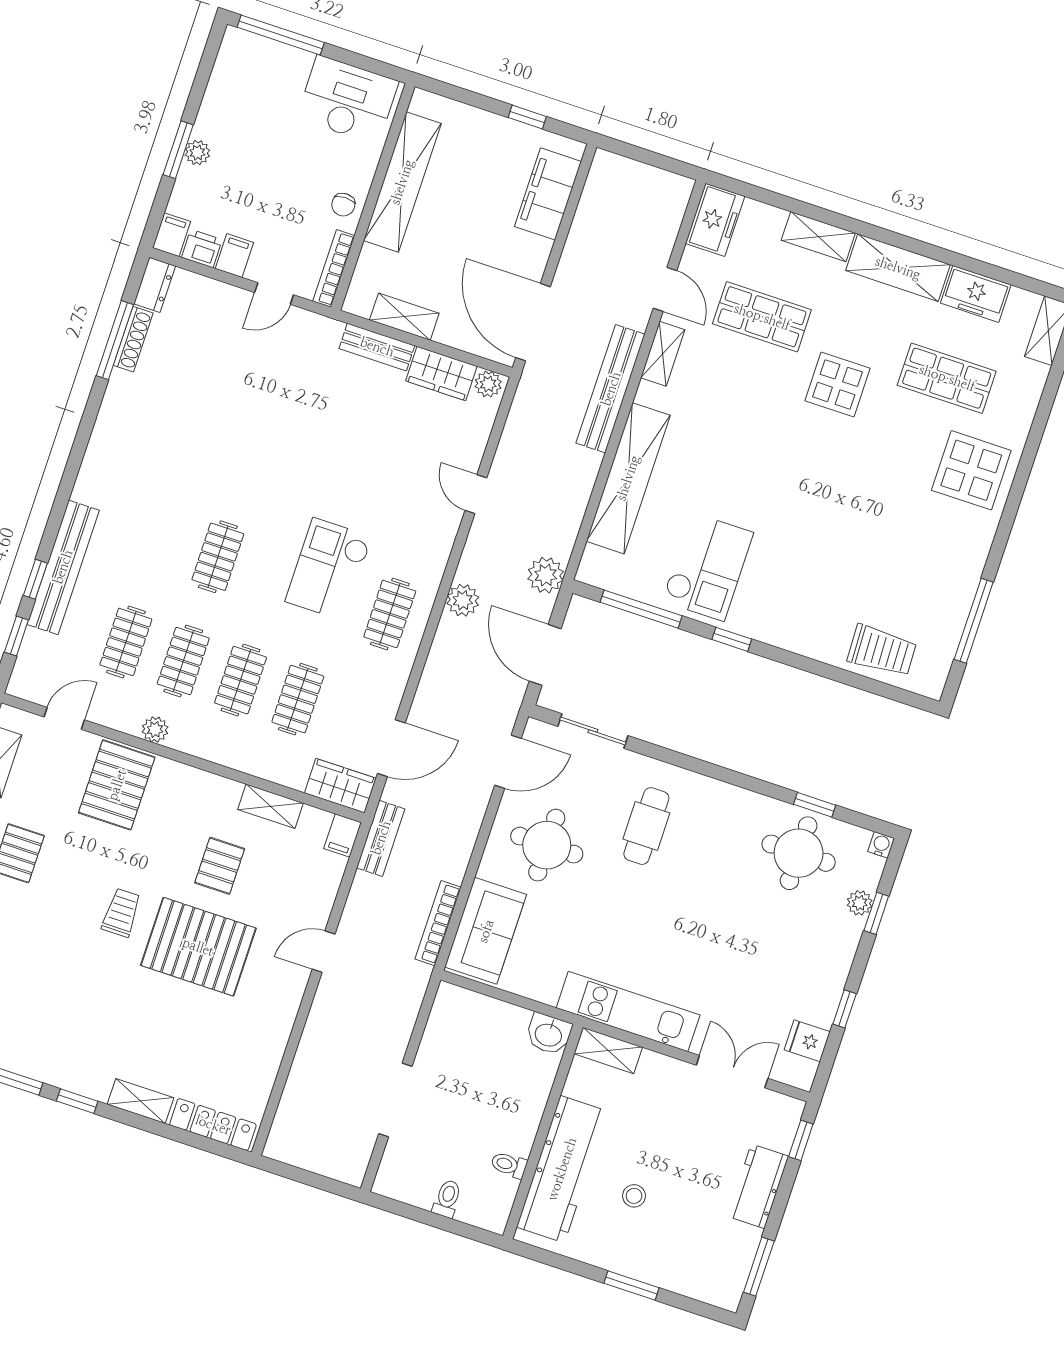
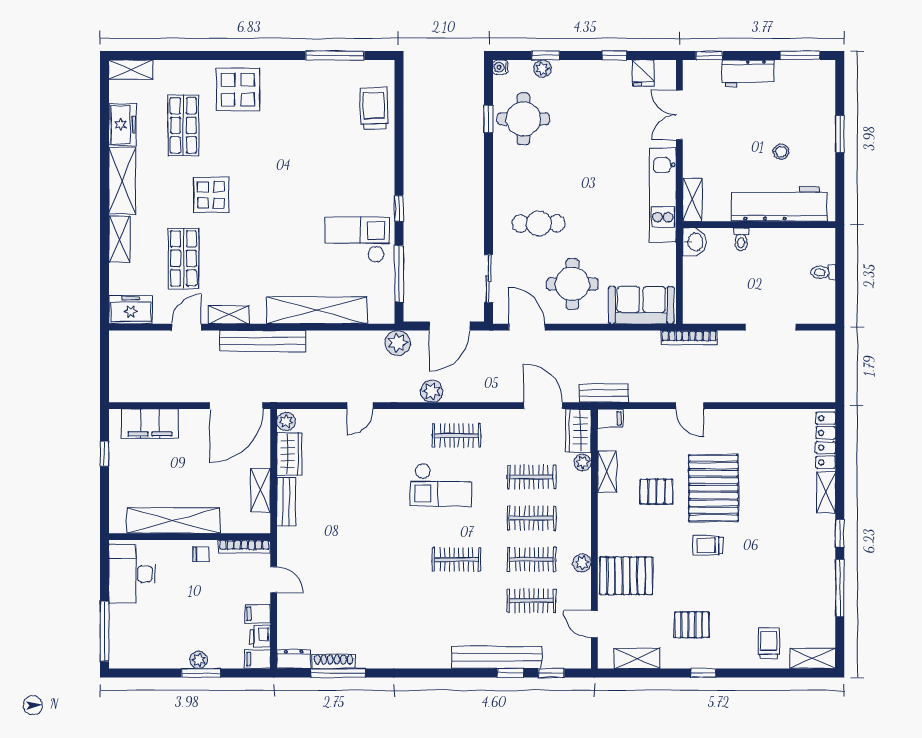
plant: (294, 777) -> (583, 462), added
bookcase: (438, 923) -> (689, 338), moved
toilet: (509, 1165) -> (741, 239), moved

